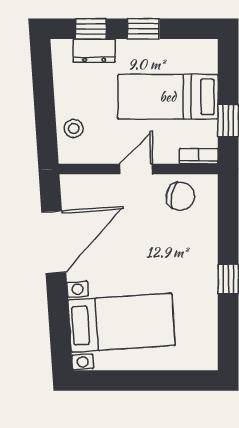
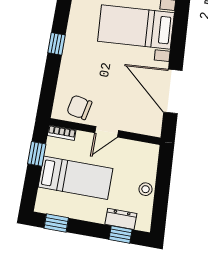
window: (143, 29) -> (56, 223), moved
stool: (74, 128) -> (146, 189), moved
door: (54, 242) -> (173, 91), hinge flipped

